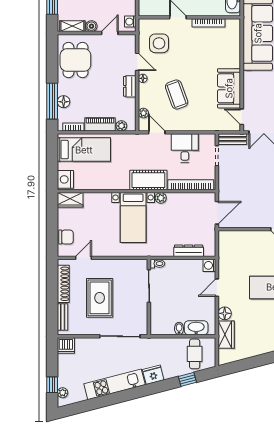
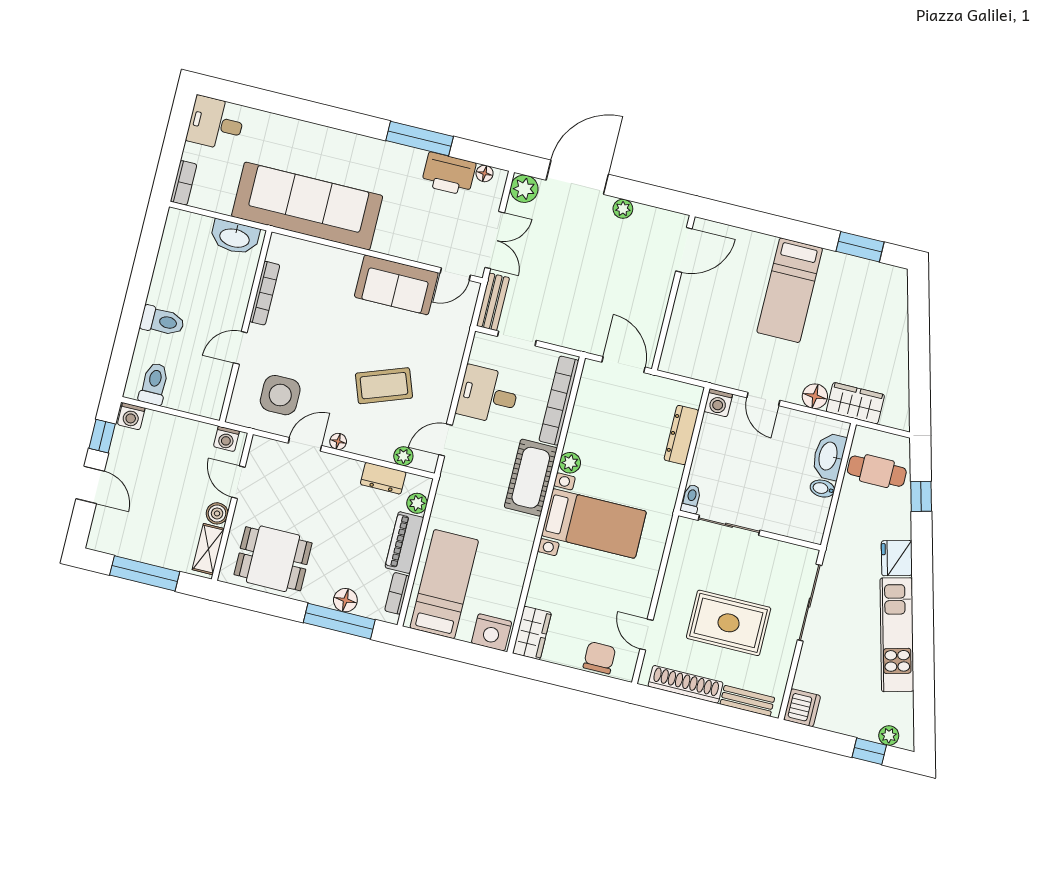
dresser: (130, 86) -> (383, 478), moved

